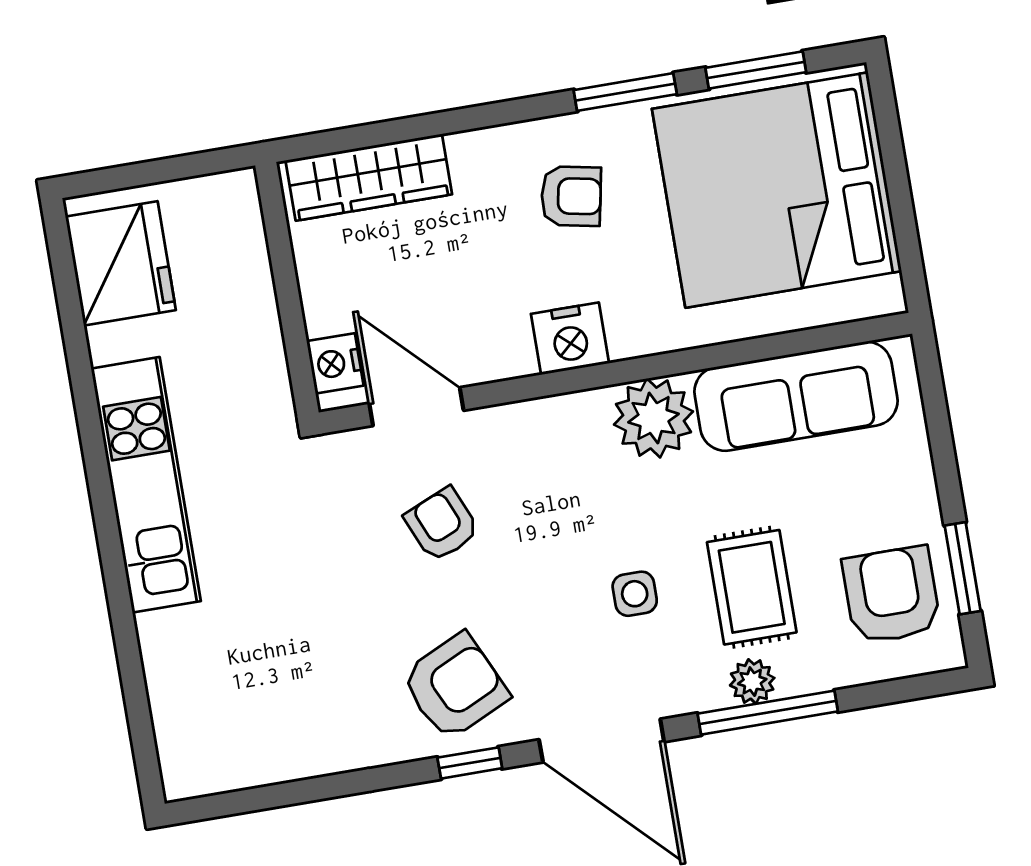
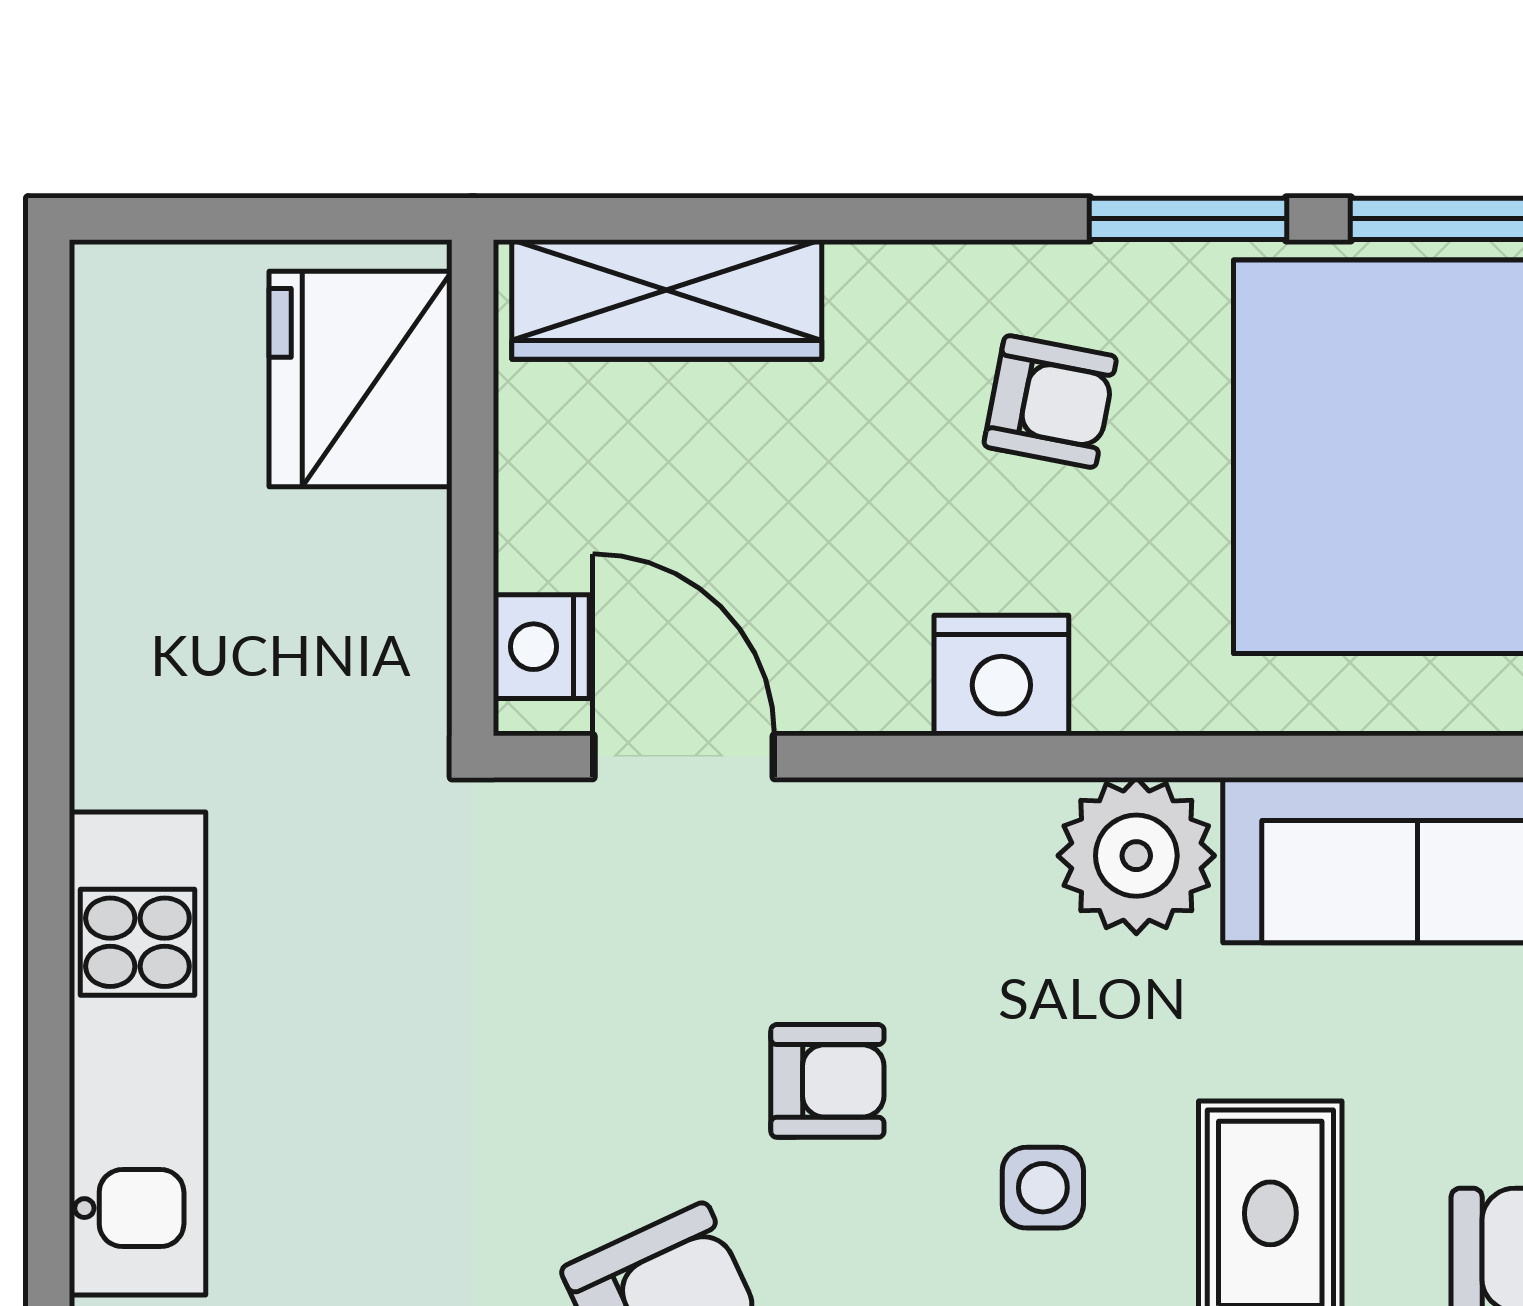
fridge: (121, 263) -> (361, 379), moved, turned 180
kitchen unit: (146, 485) -> (137, 1053), moved
armchair: (442, 524) -> (827, 1081), moved, turned 113

